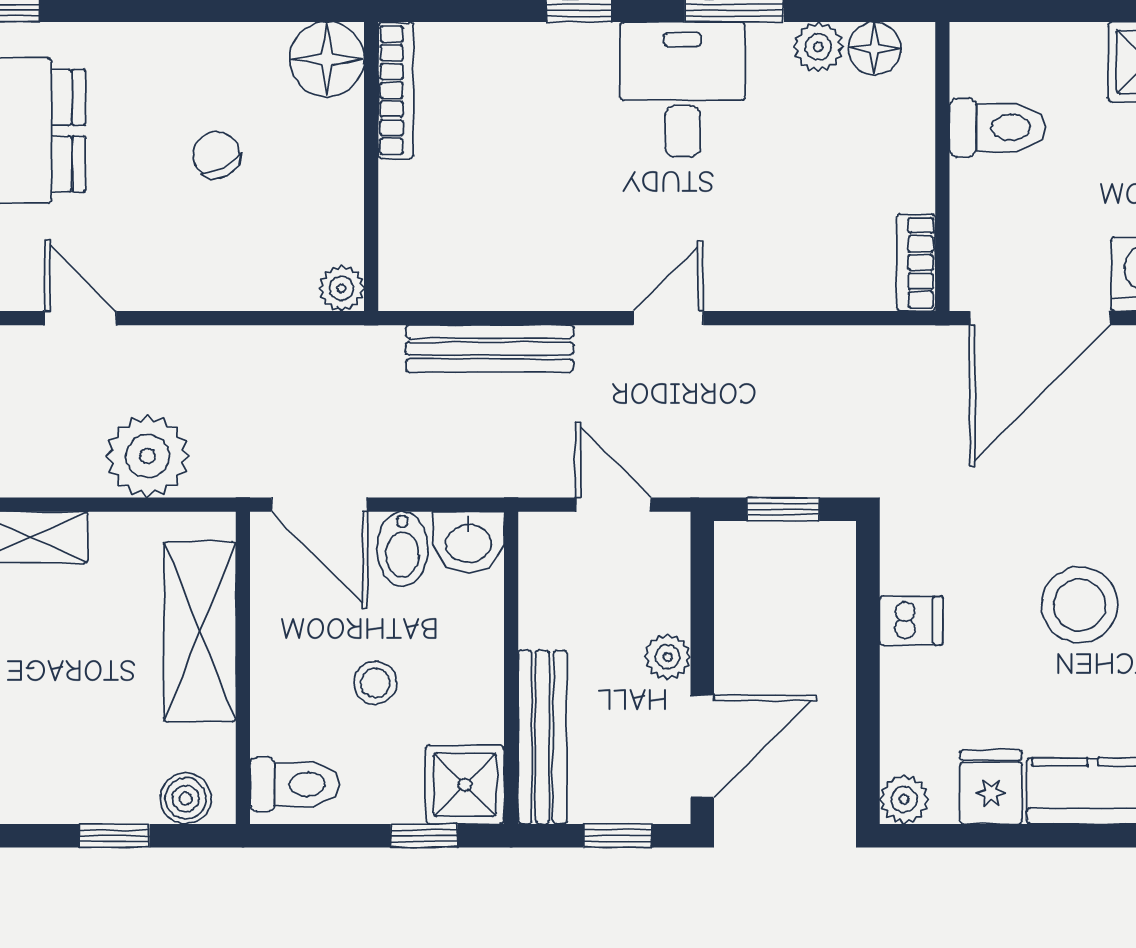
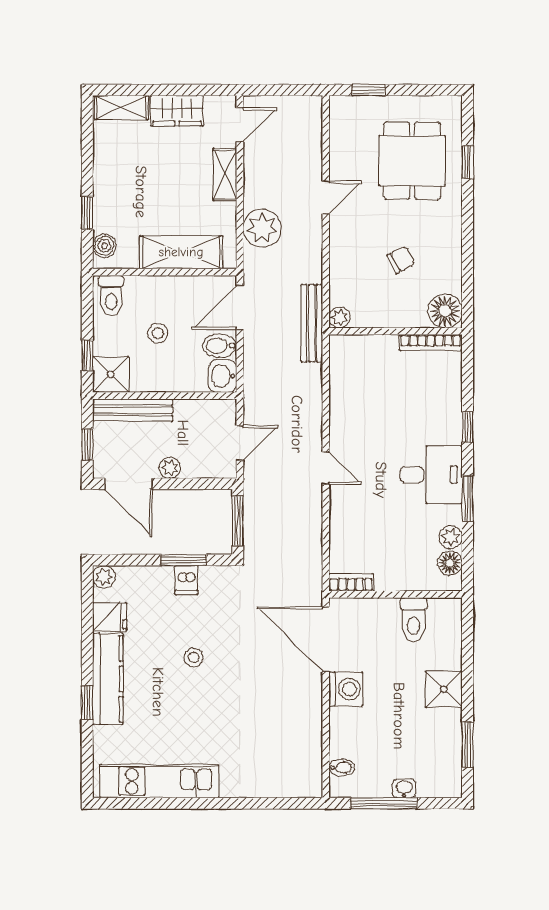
bench: (490, 349) -> (312, 323), moved
window: (783, 509) -> (238, 521), width x1.50
stool: (1079, 605) -> (194, 658), width x0.53, depth x0.53
window: (868, 626) -> (184, 560), added

